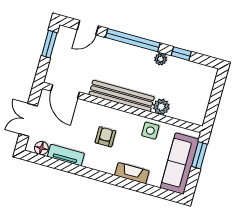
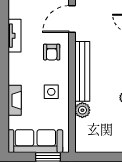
side table: (150, 131) -> (51, 92), moved
armchair: (105, 137) -> (52, 52), moved, turned 90
floor lamp: (41, 148) -> (15, 12), removed

